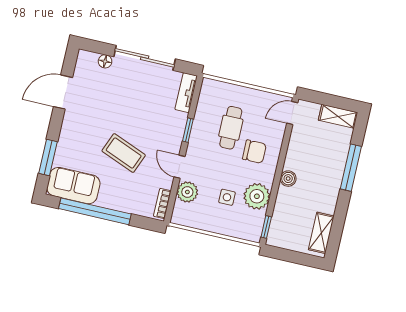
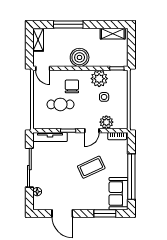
tv unit: (186, 93) -> (50, 137), width x1.41
coffee table: (124, 153) -> (91, 167), turned 43
boiler: (288, 179) -> (80, 57), width x1.86, depth x1.86

